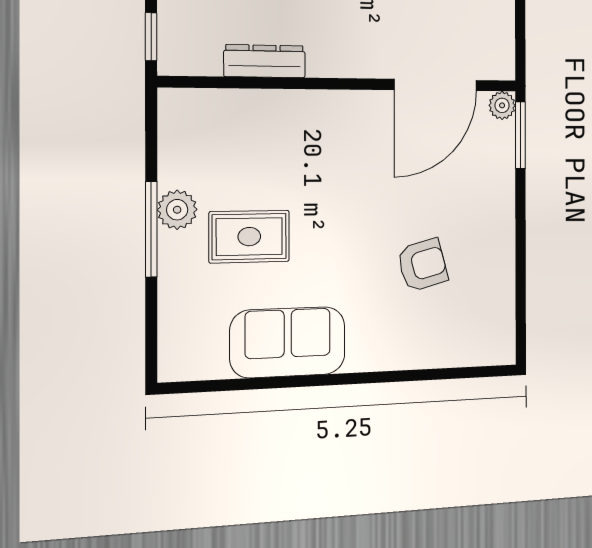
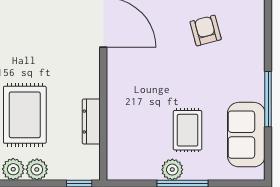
sofa: (288, 342) -> (246, 135), moved
window: (305, 381) -> (268, 99), added

